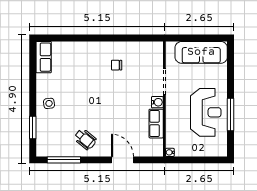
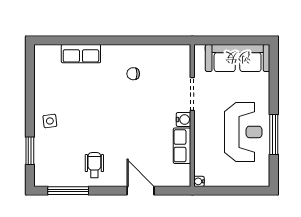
row of seats: (44, 57) -> (81, 54), moved, turned 90
wheelchair: (85, 139) -> (94, 165), turned -129

